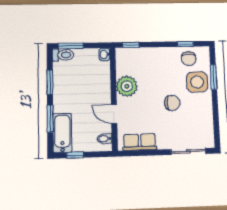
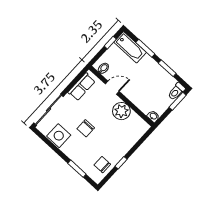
window: (185, 44) -> (121, 163), moved
window: (131, 45) -> (144, 138), removed
side table: (197, 82) -> (59, 136), moved
sliding door: (188, 151) -> (49, 110), width x1.37

